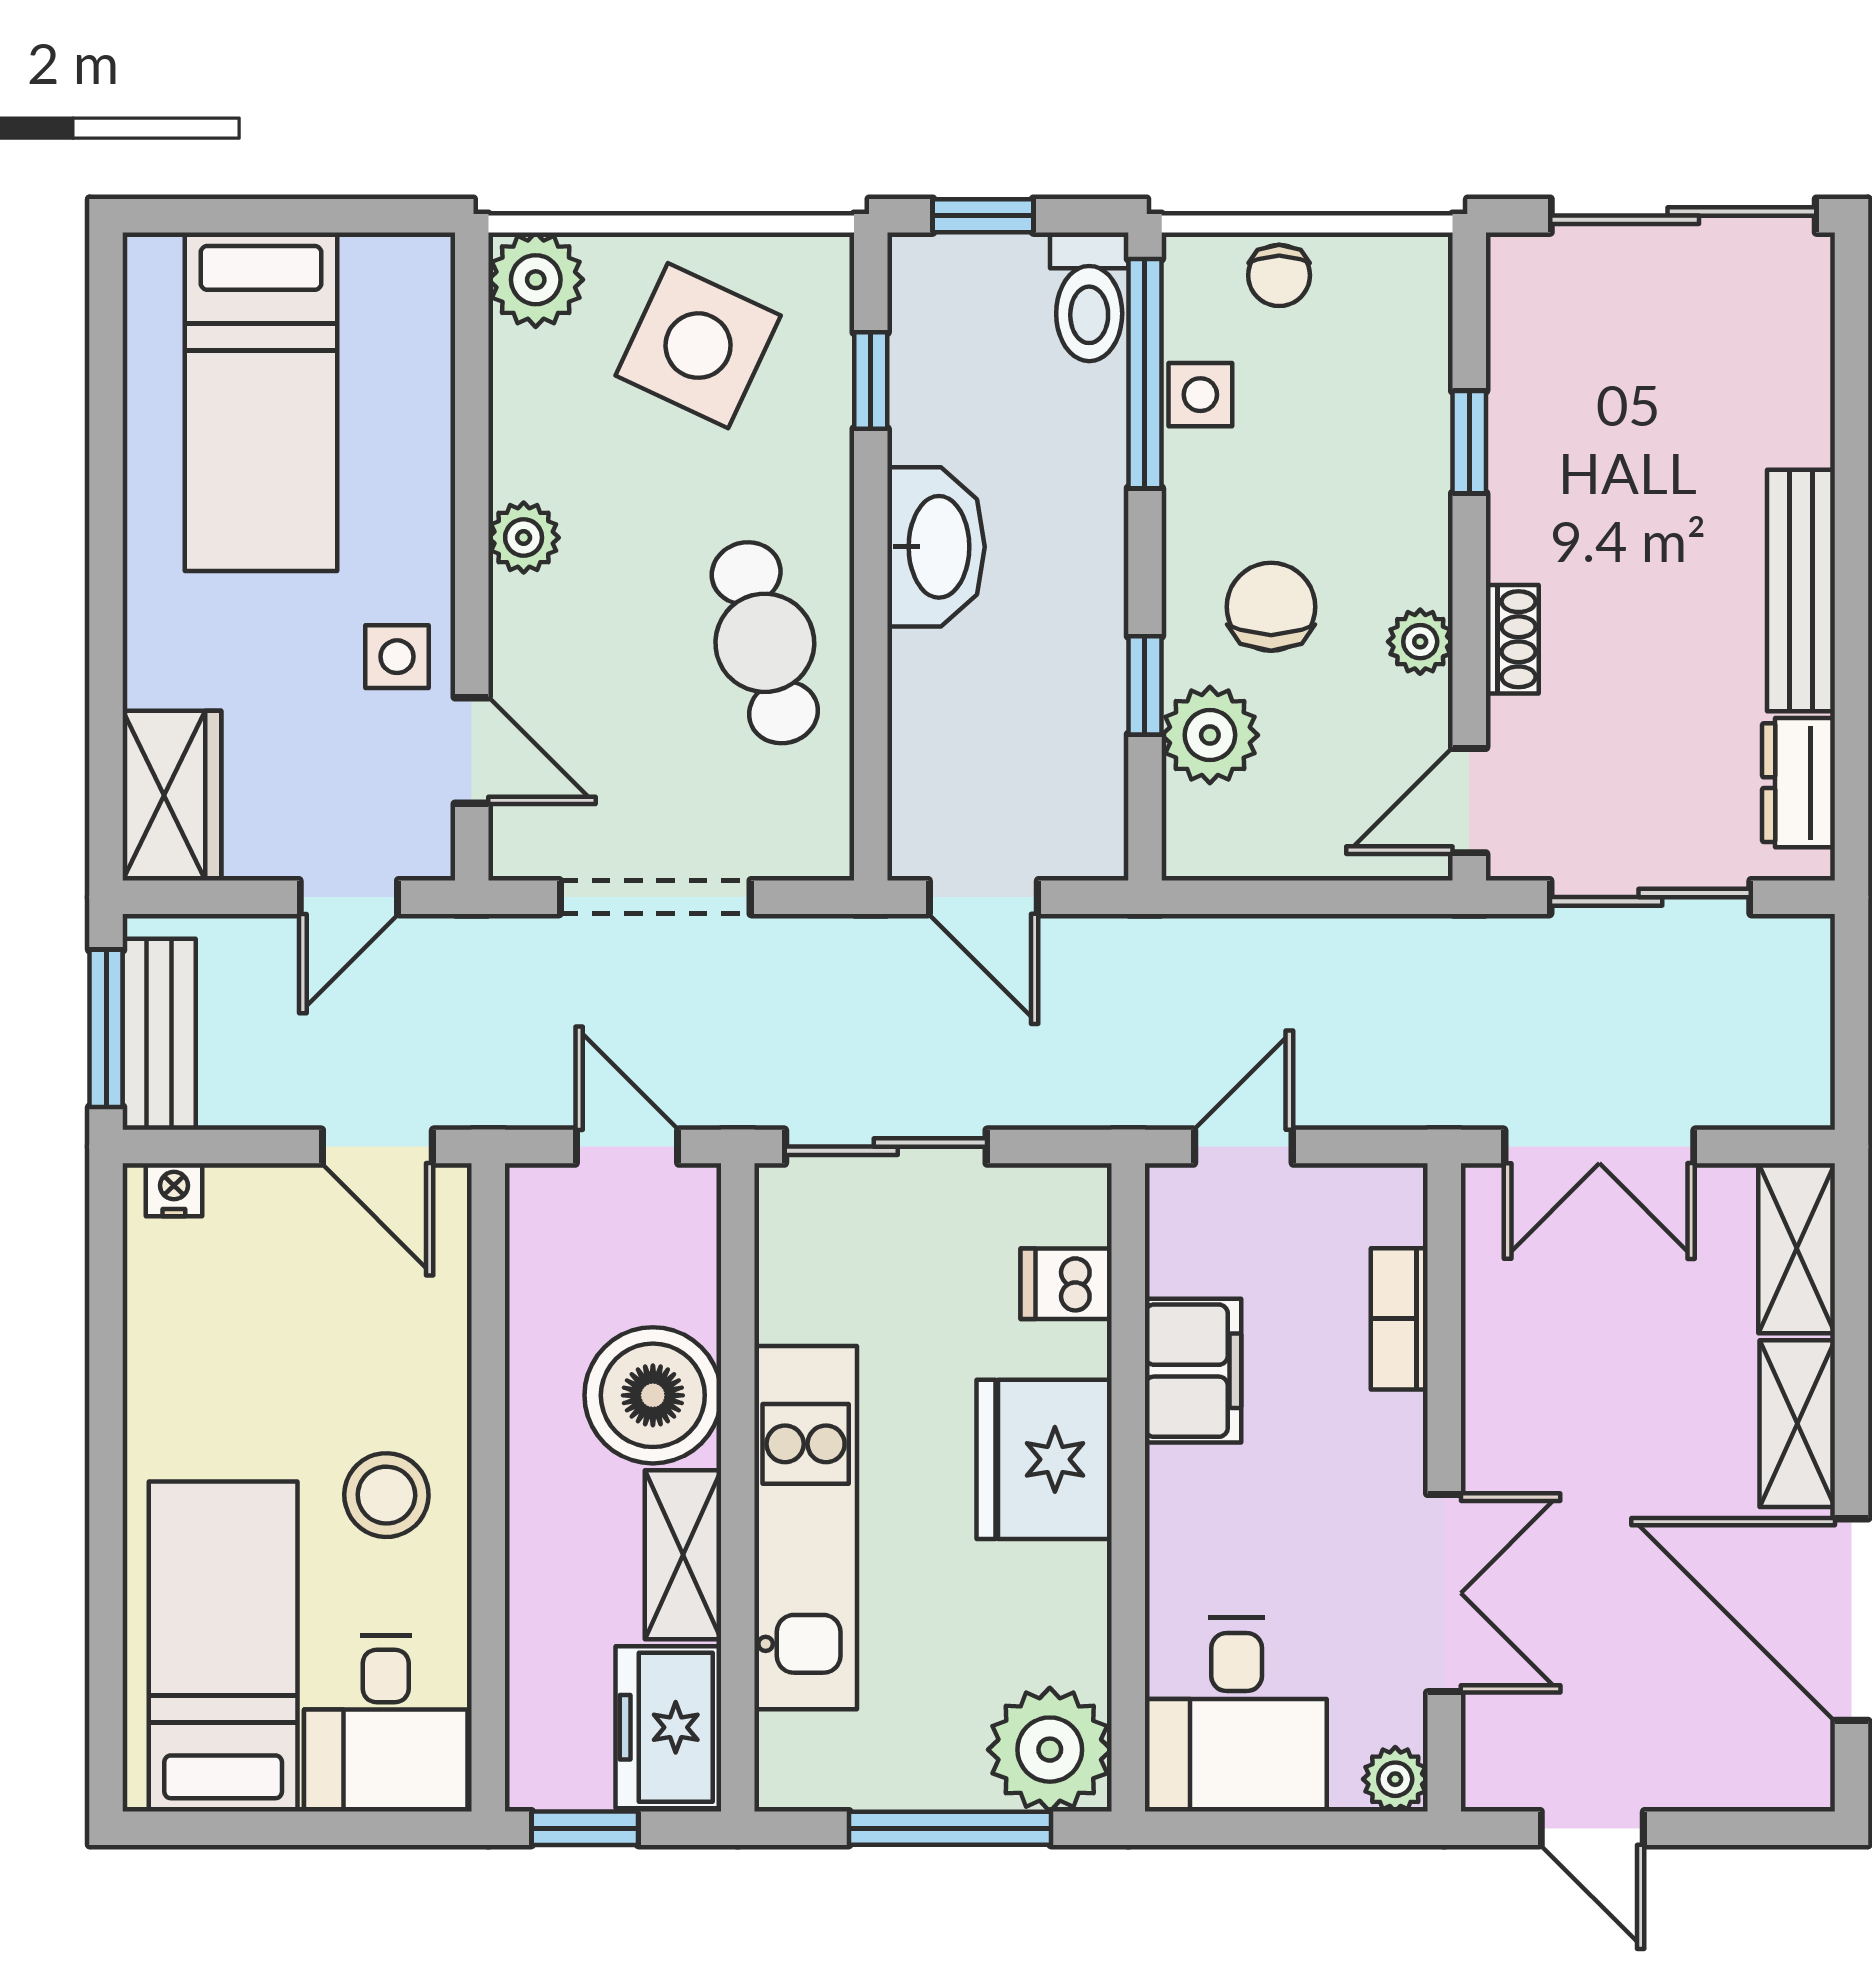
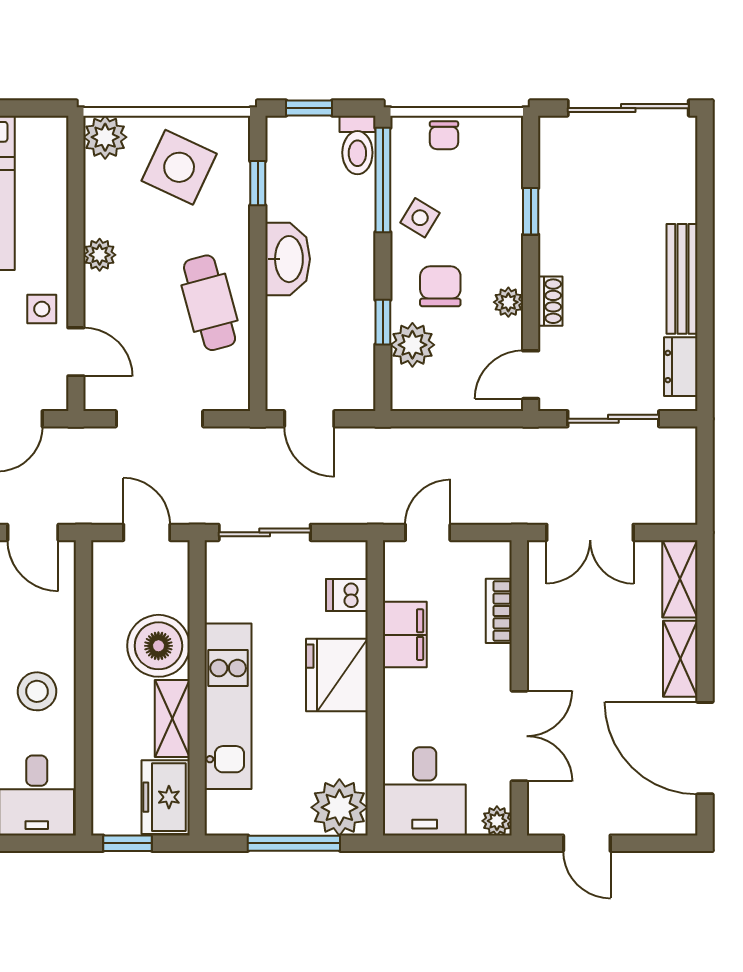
side table: (1200, 395) -> (420, 218), moved, turned 31

